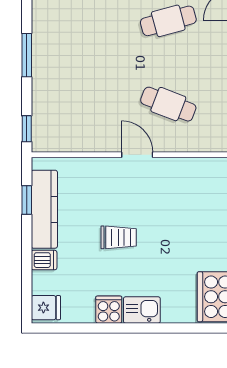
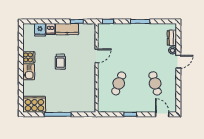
door: (137, 155) -> (97, 56), moved
kitchen counter: (44, 209) -> (67, 29), width x0.67
fridge: (46, 308) -> (40, 30), moved

